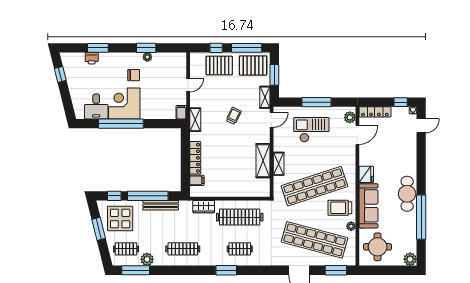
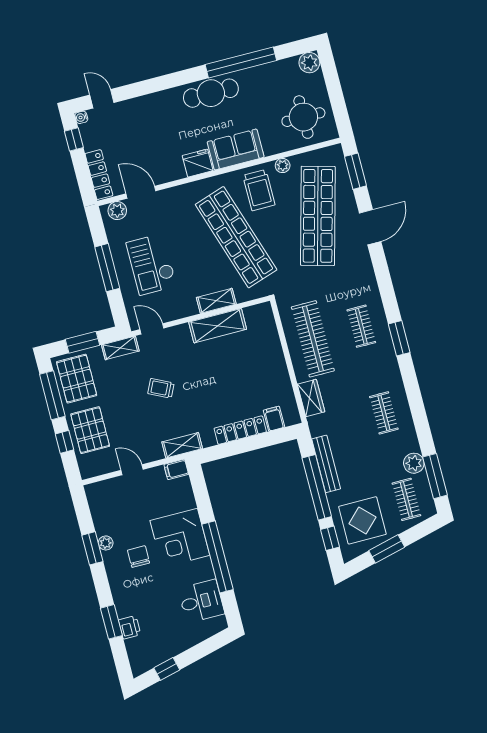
corner desk: (124, 103) -> (180, 538), moved
sofa: (368, 206) -> (236, 149), width x0.73
clothes rail: (183, 249) -> (384, 413), width x0.73

